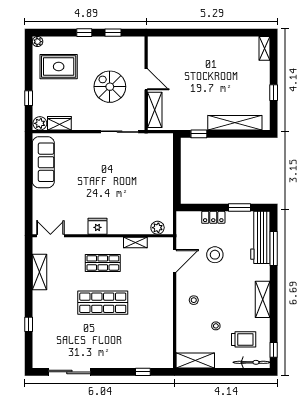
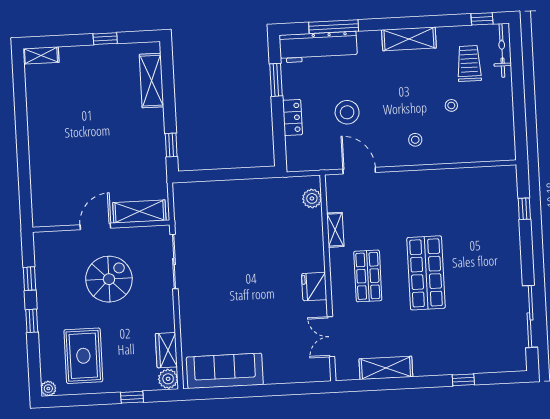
spiral stairs: (110, 87) -> (109, 279), turned 180
shelving: (235, 123) -> (152, 81), width x0.68
double door: (50, 236) -> (331, 337), moved
shelving: (195, 361) -> (504, 133), removed

